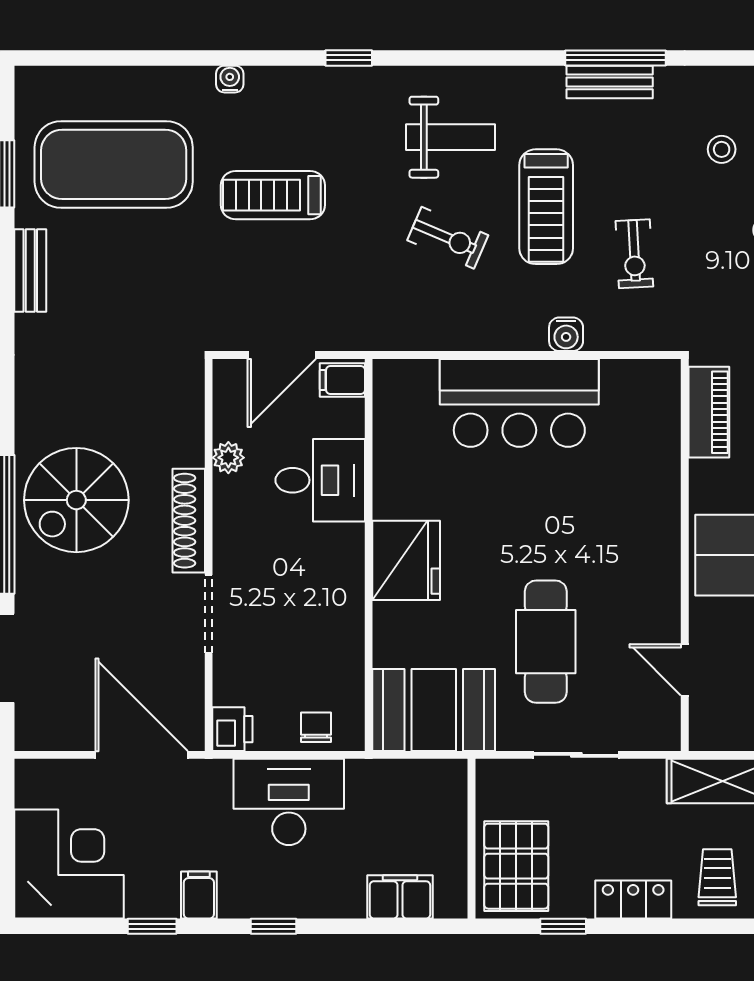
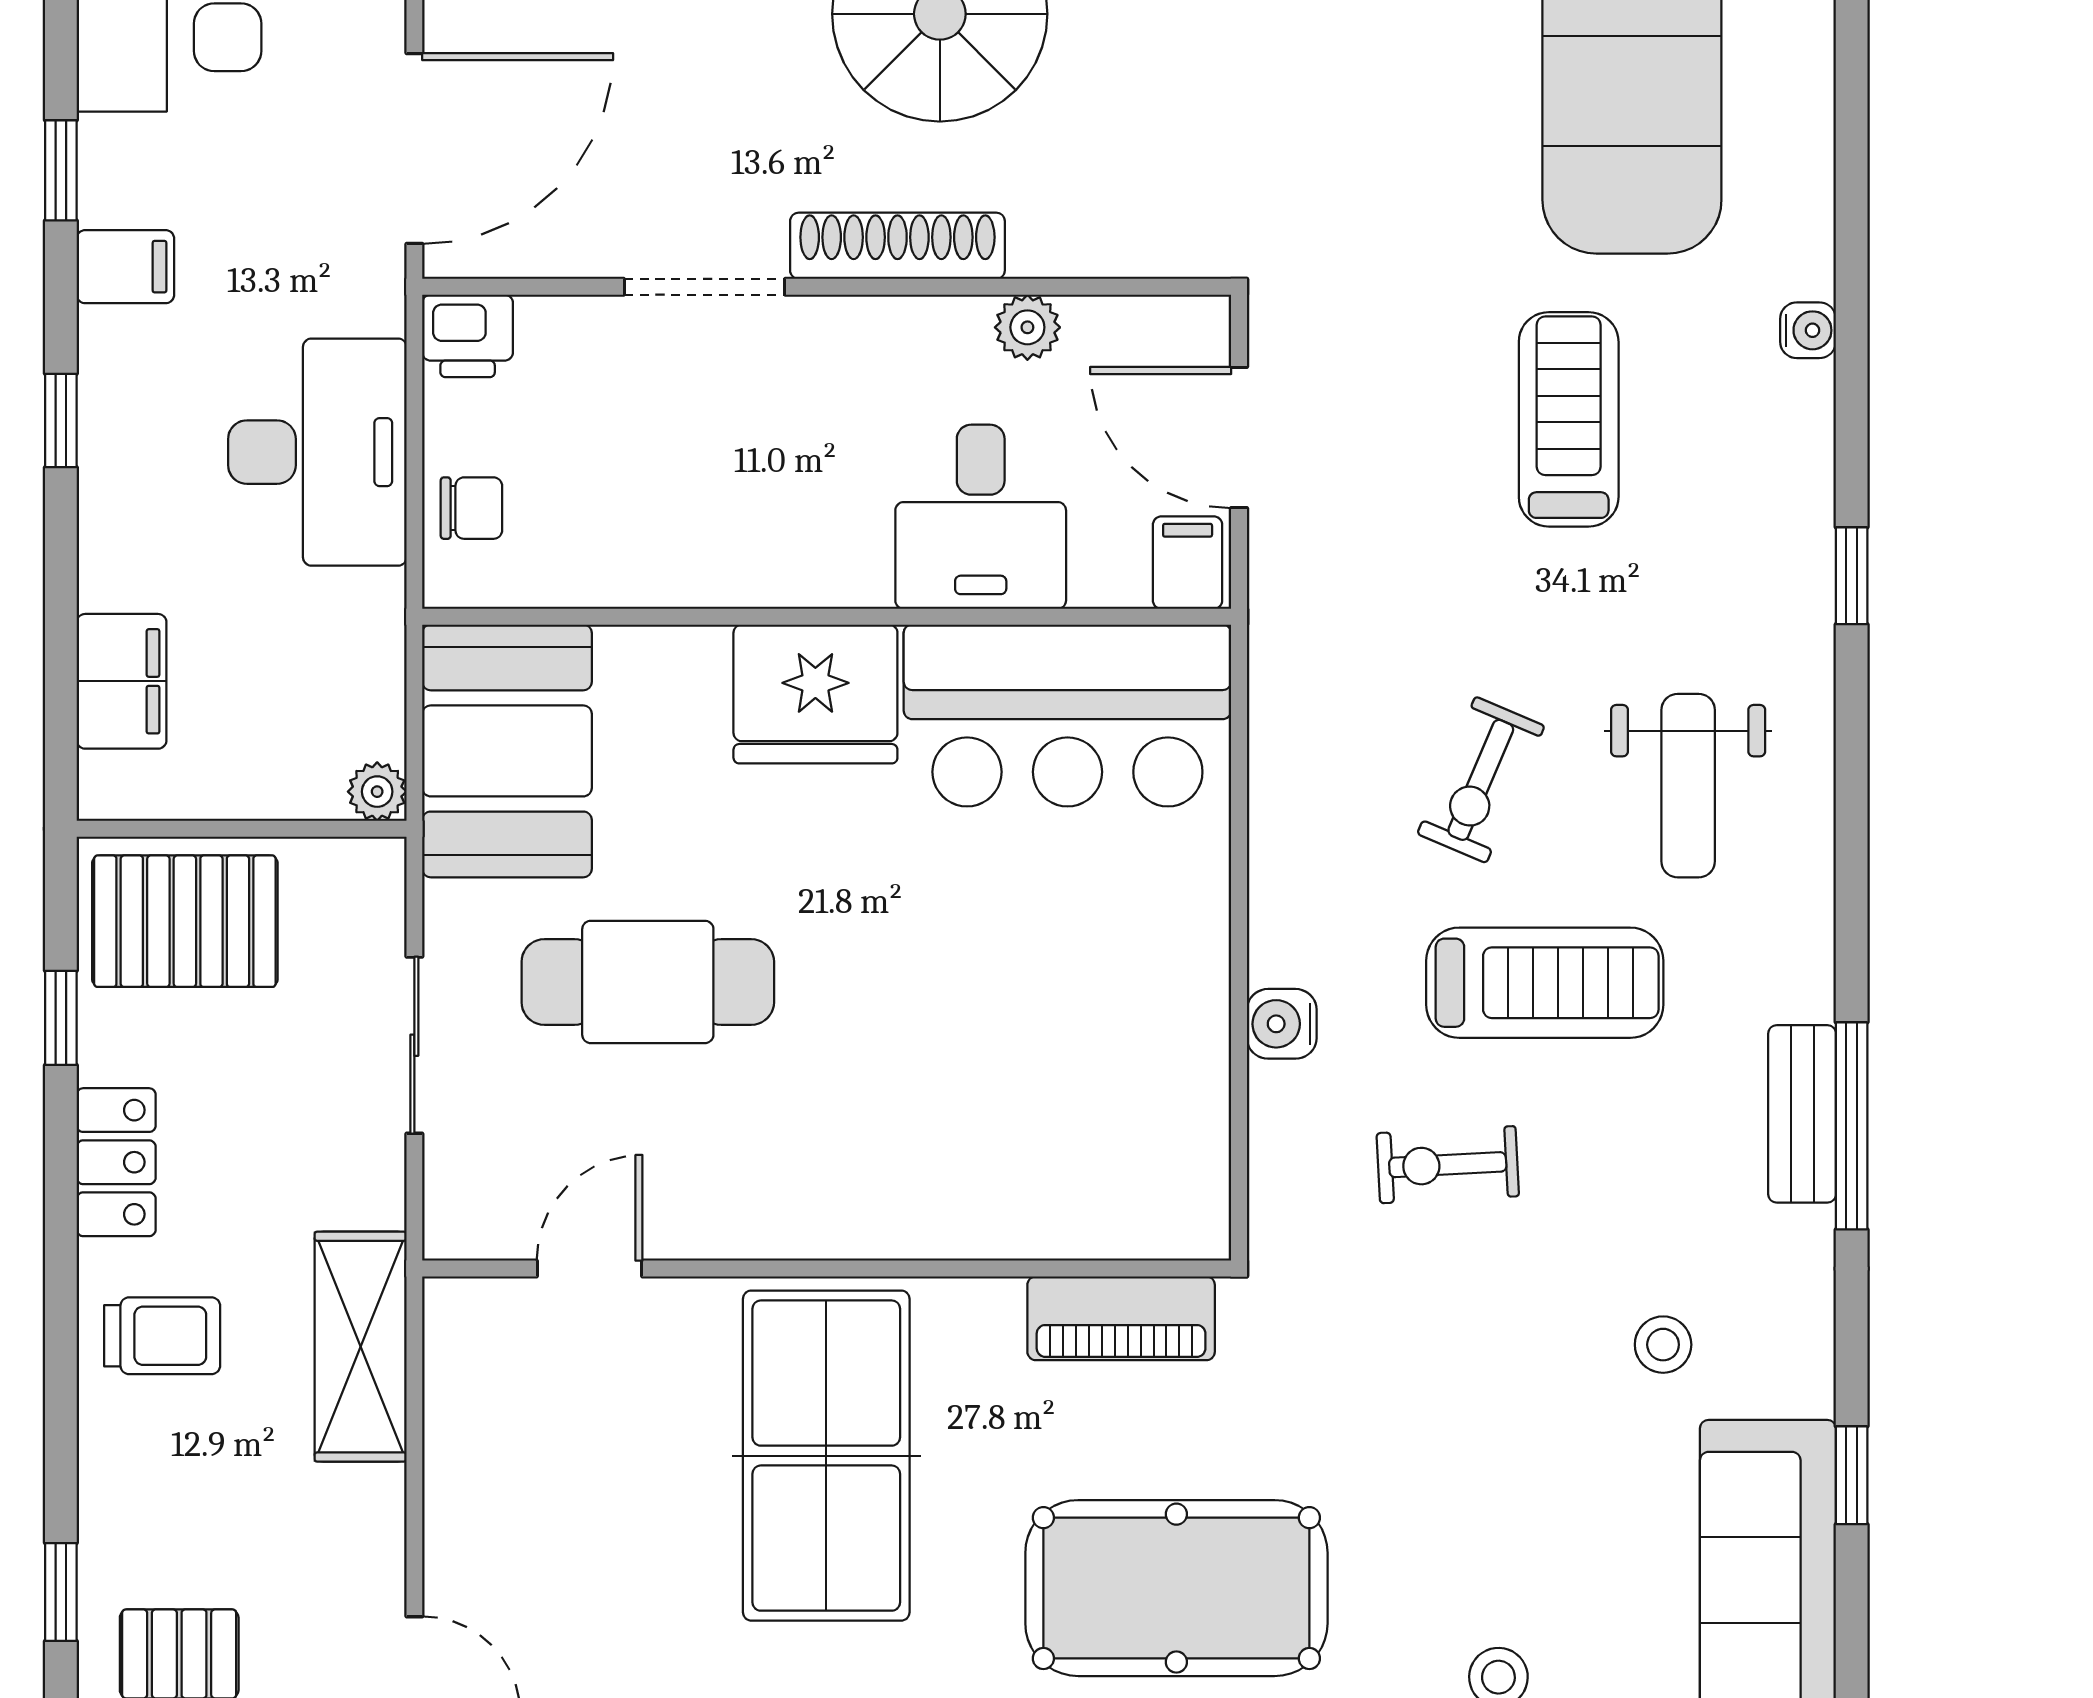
treadmill: (546, 207) -> (1545, 983), turned 180
bar counter: (519, 403) -> (1067, 716), moved, turned -90
plant: (453, 773) -> (377, 792), added

